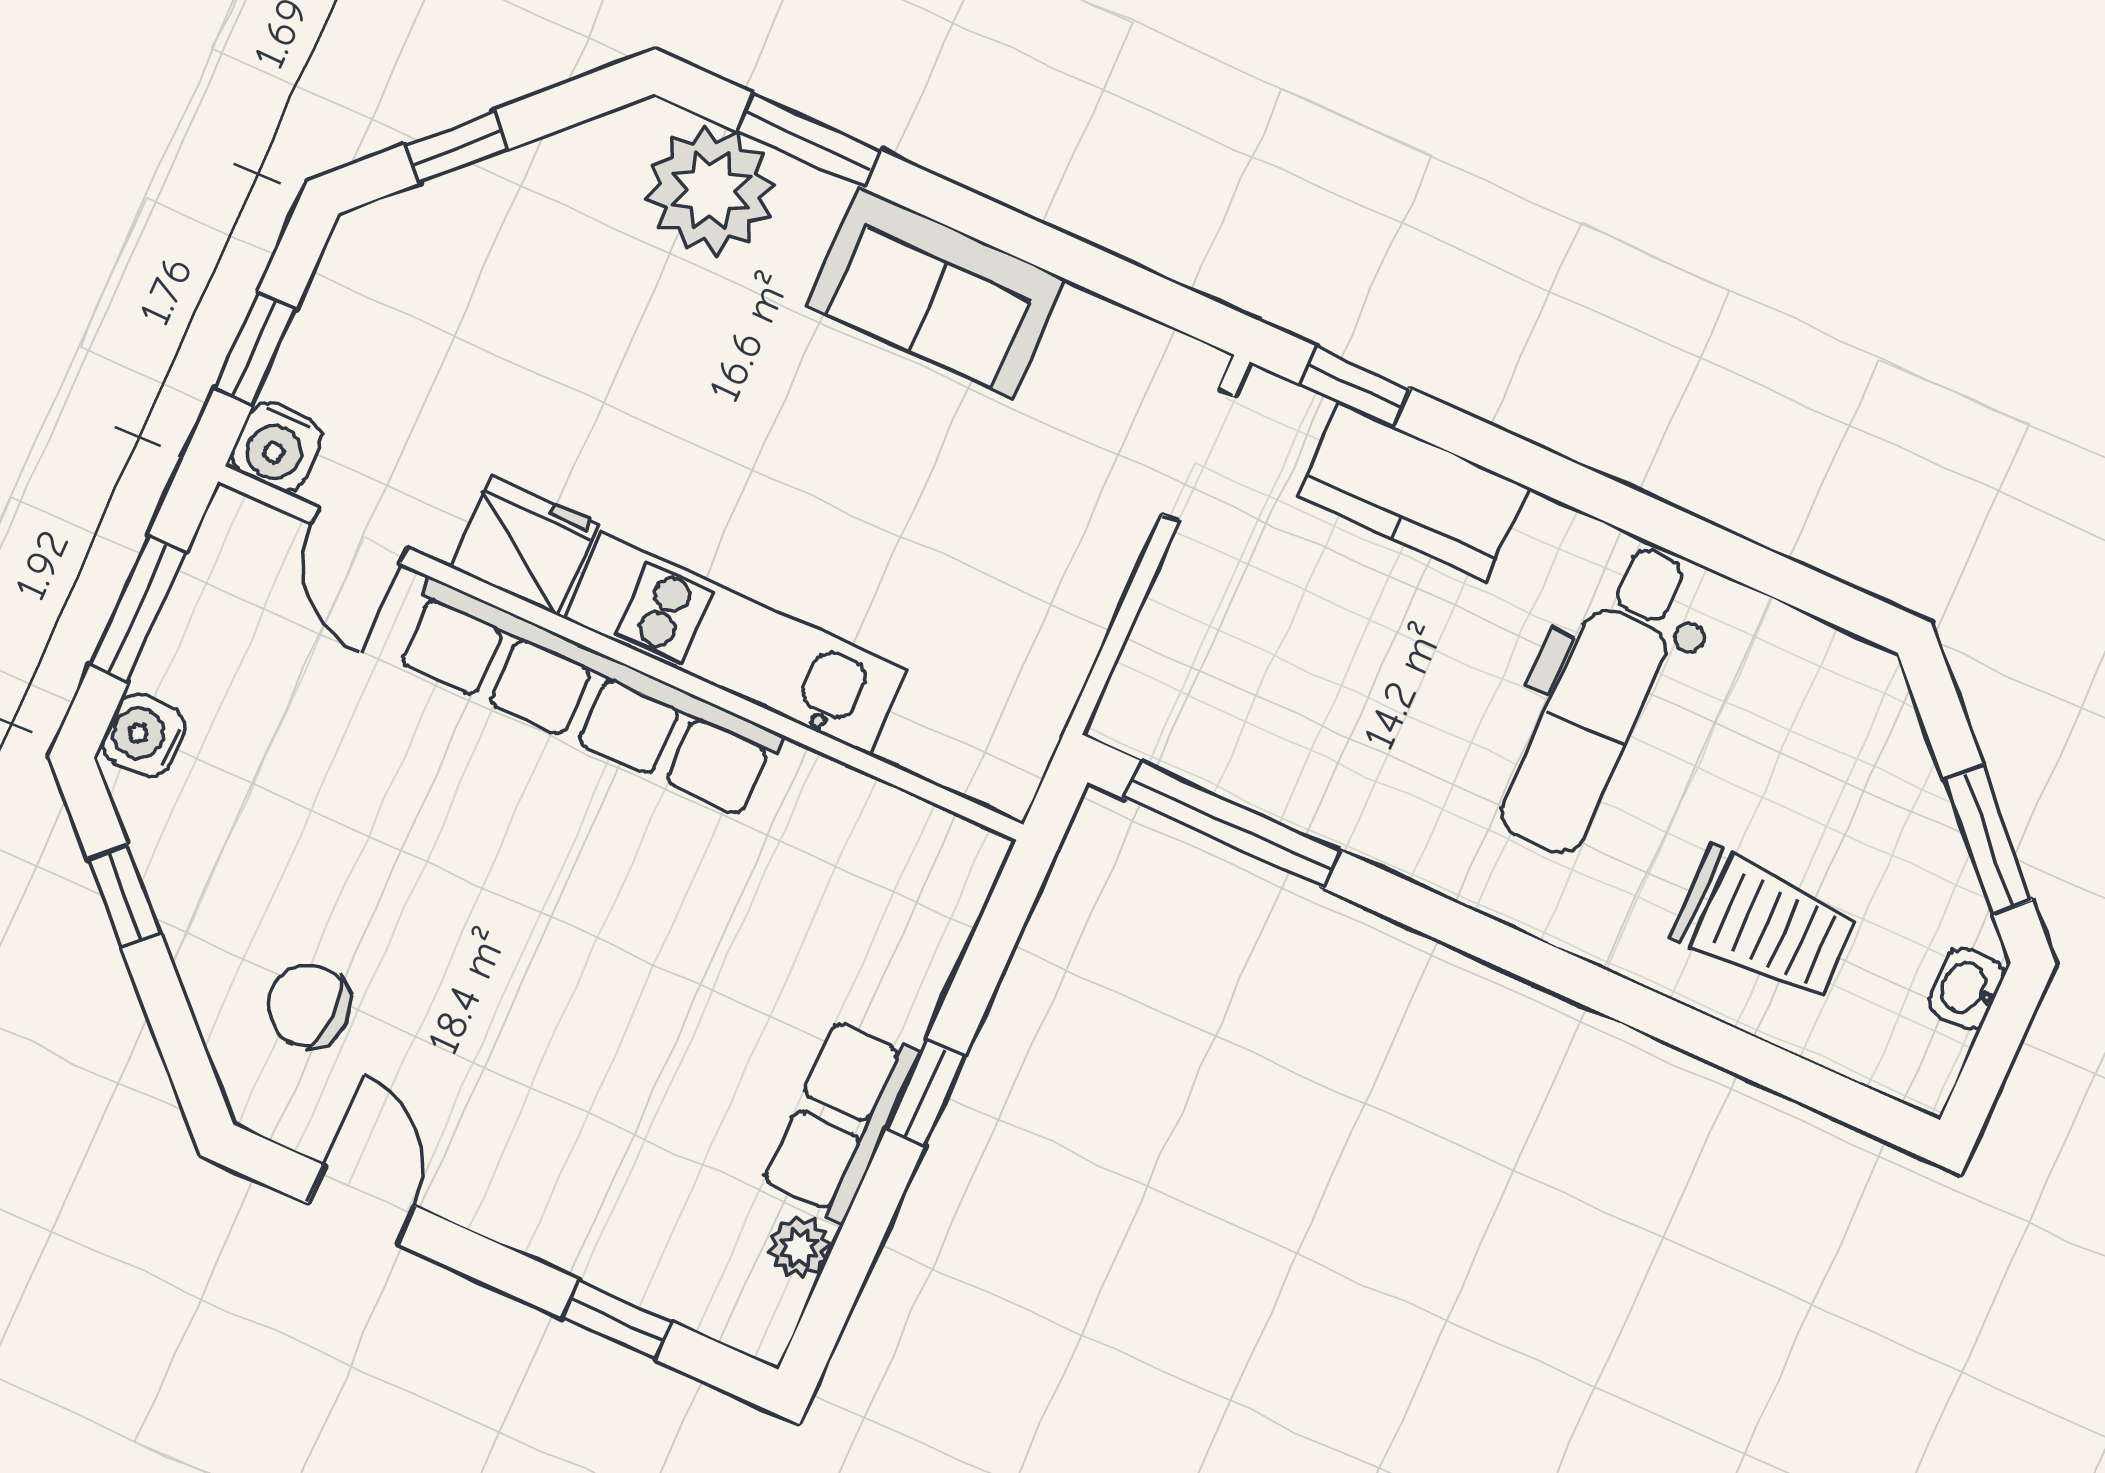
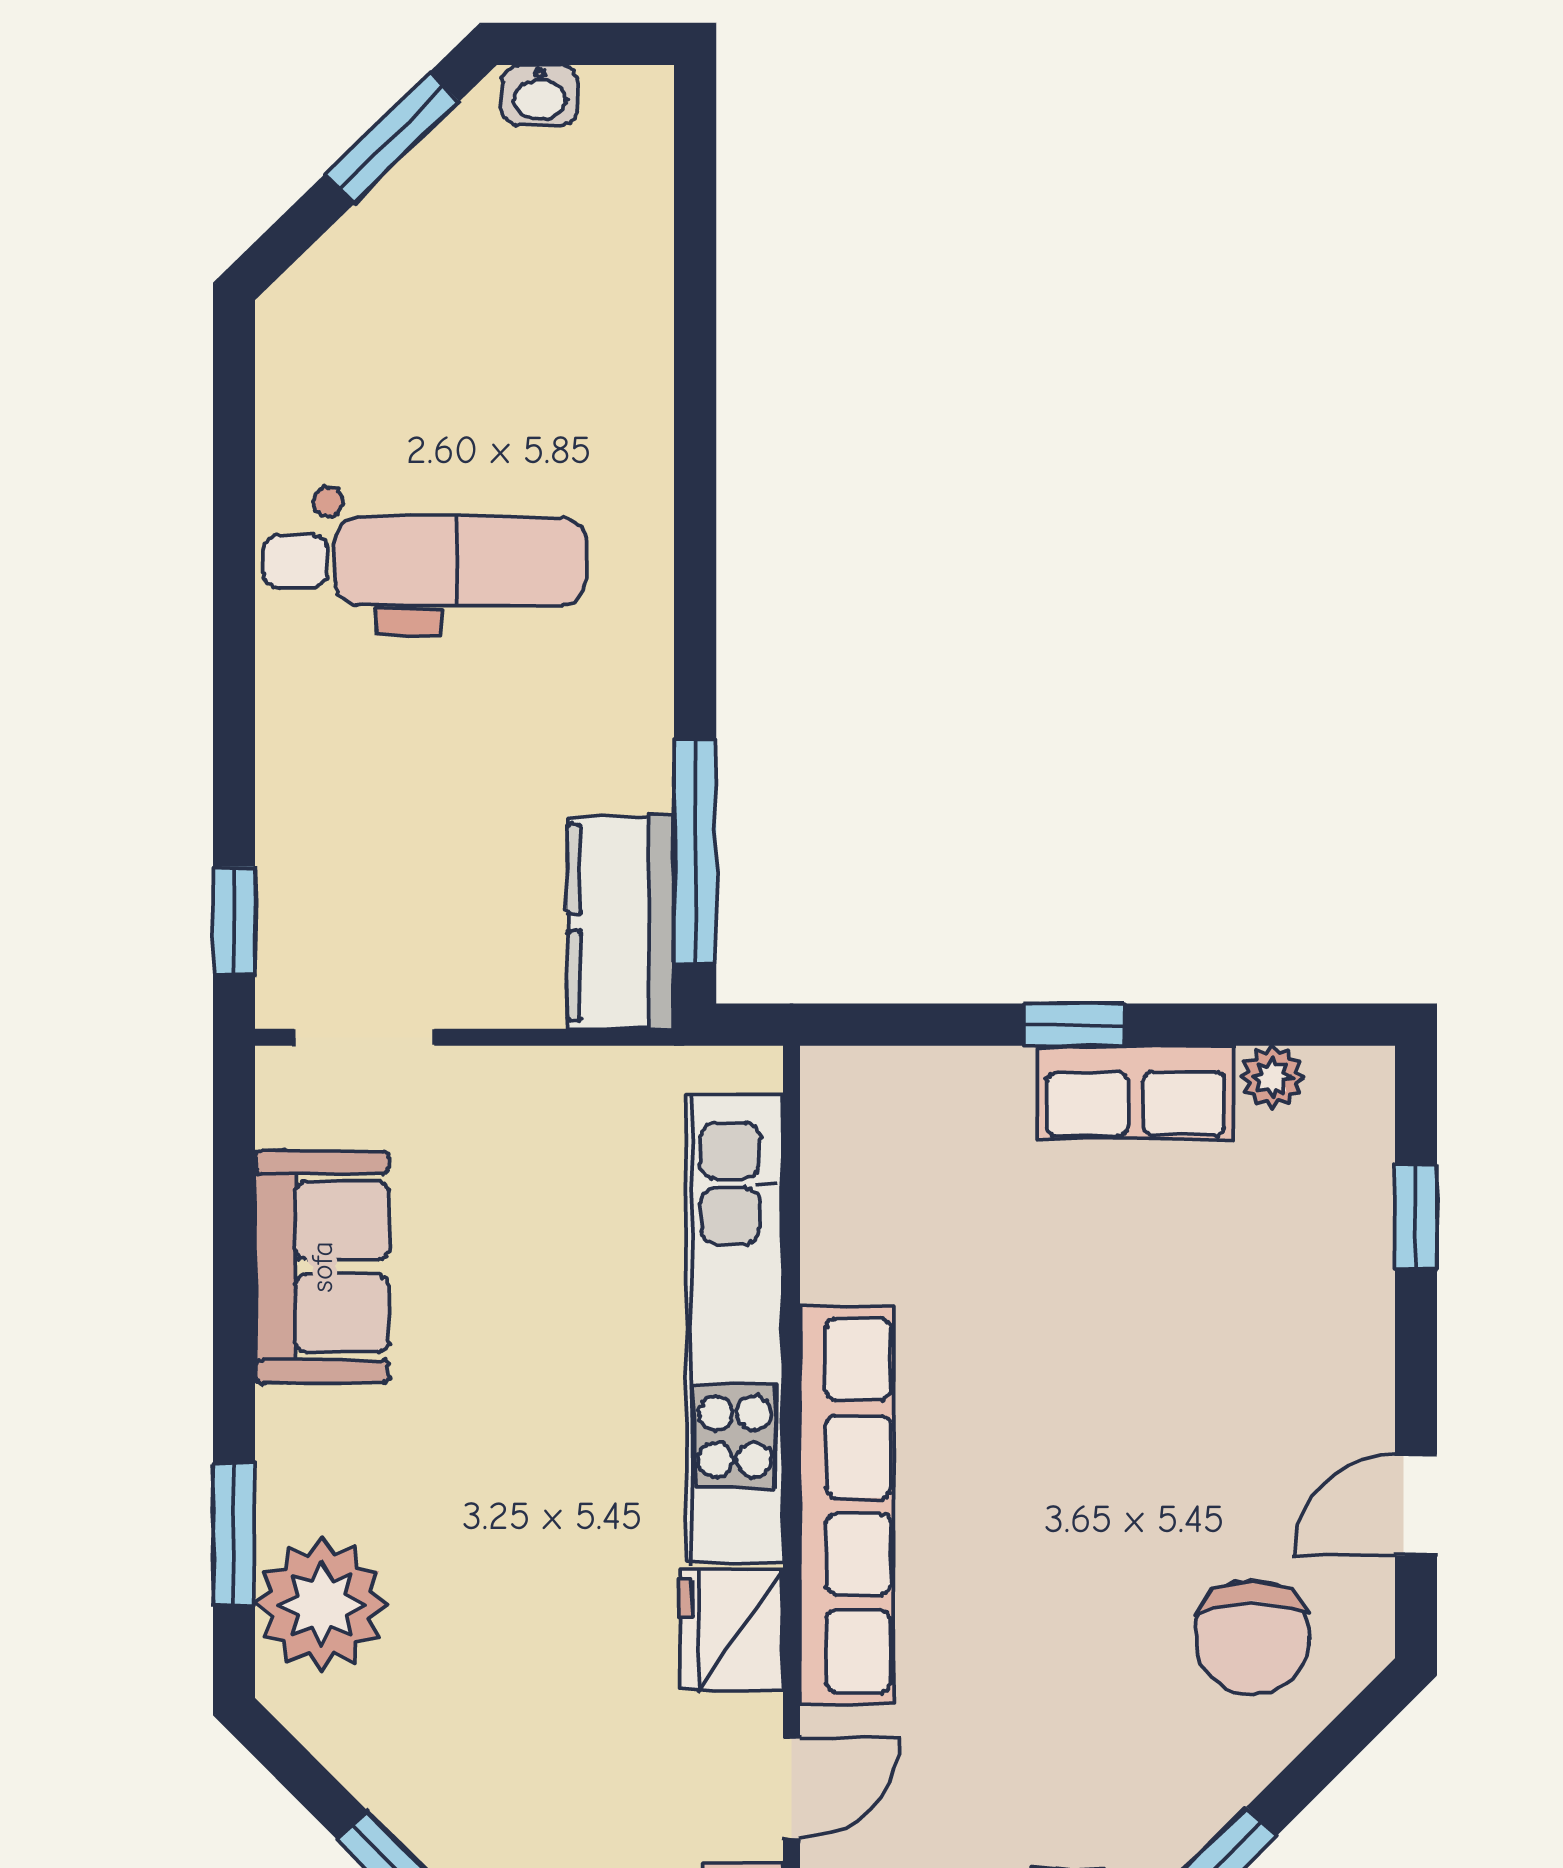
sofa: (936, 292) -> (322, 1267), moved
kitchen counter: (1413, 492) -> (621, 922), moved, turned 180
kitchen unit: (735, 644) -> (735, 1329), width x1.36
trolley: (1764, 924) -> (565, 312), removed
chair: (309, 1006) -> (1252, 1637), width x1.37, depth x1.37

